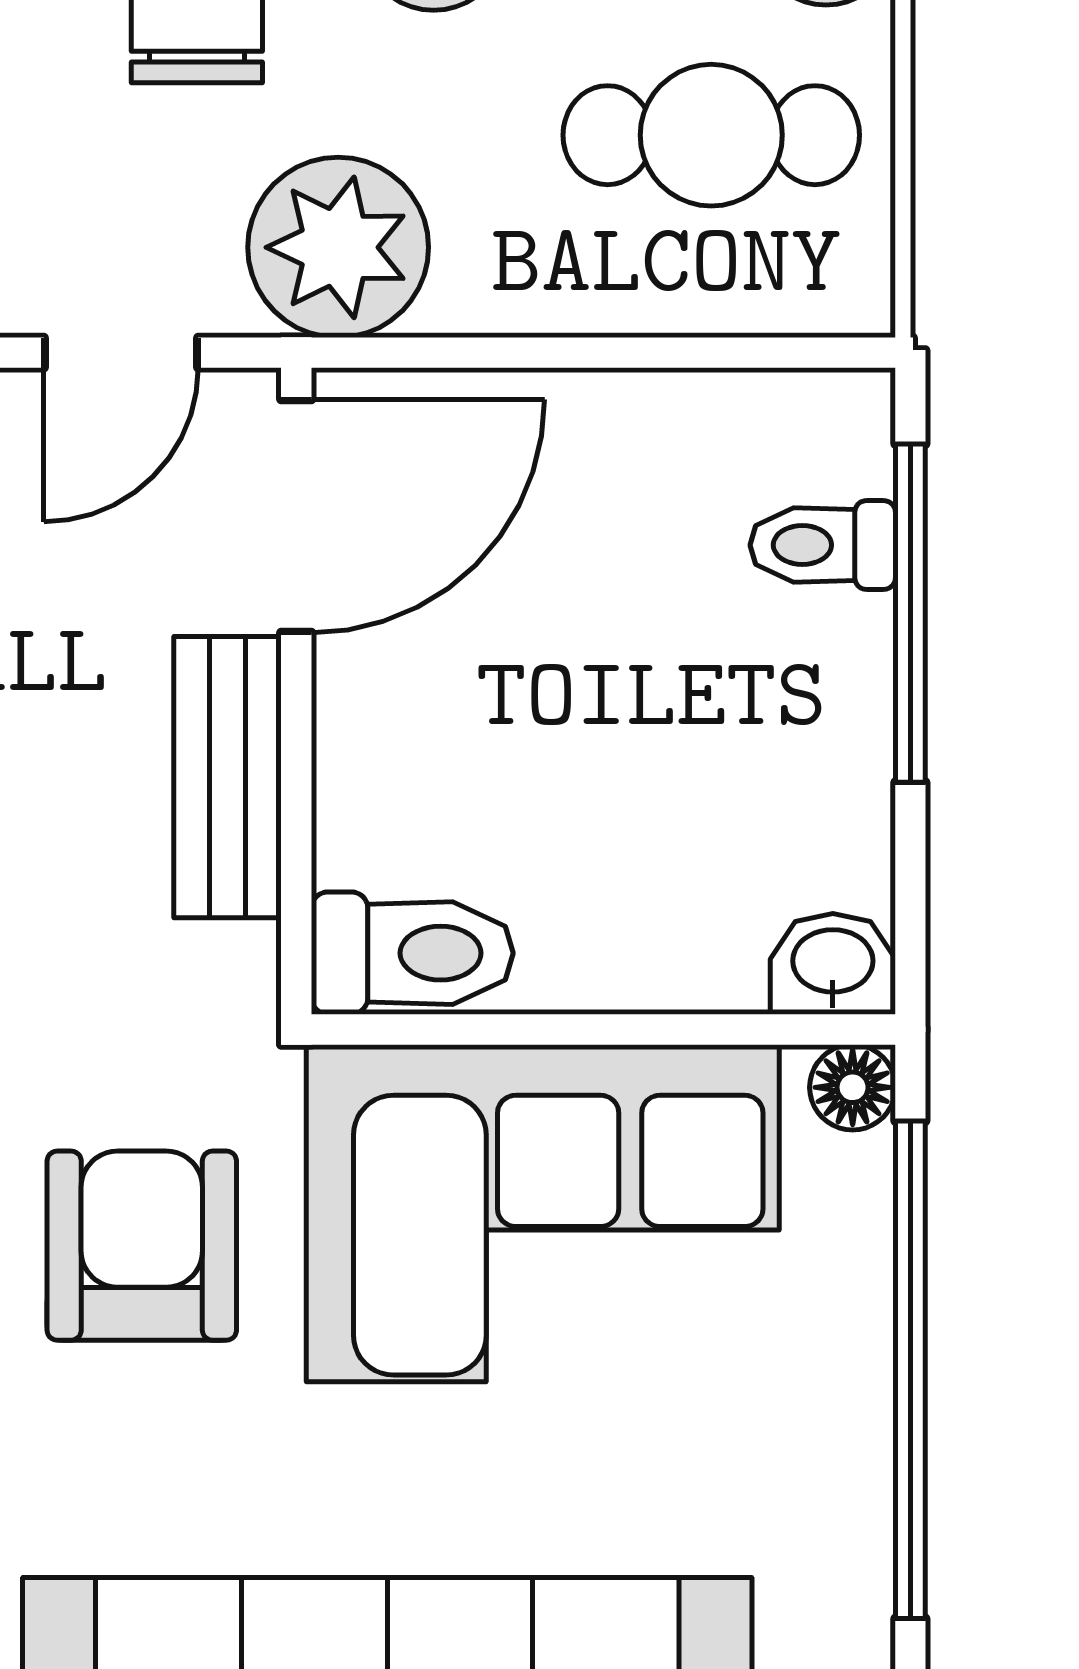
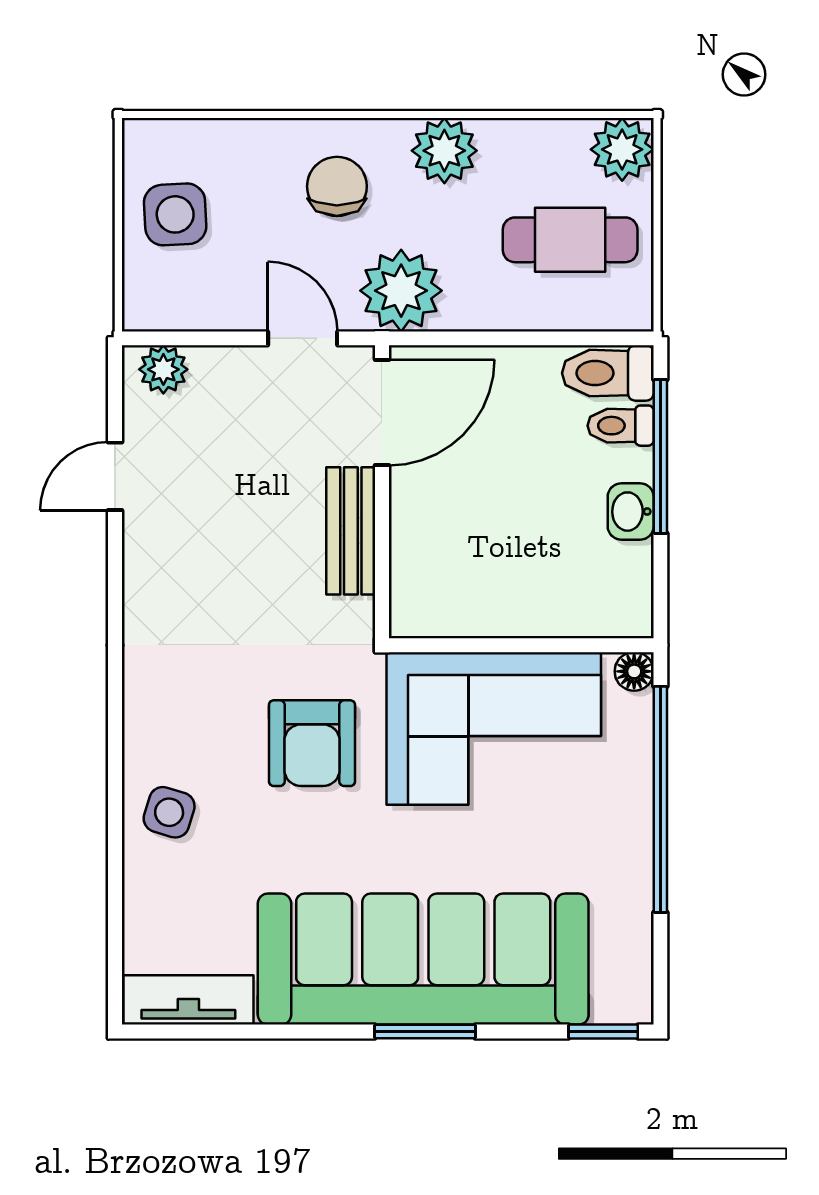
door: (121, 353) -> (303, 338), swing flipped
toilet: (412, 953) -> (608, 373), moved, turned 180
washbasin: (833, 964) -> (631, 512), moved, turned -90
armchair: (142, 1246) -> (312, 743), turned 180

